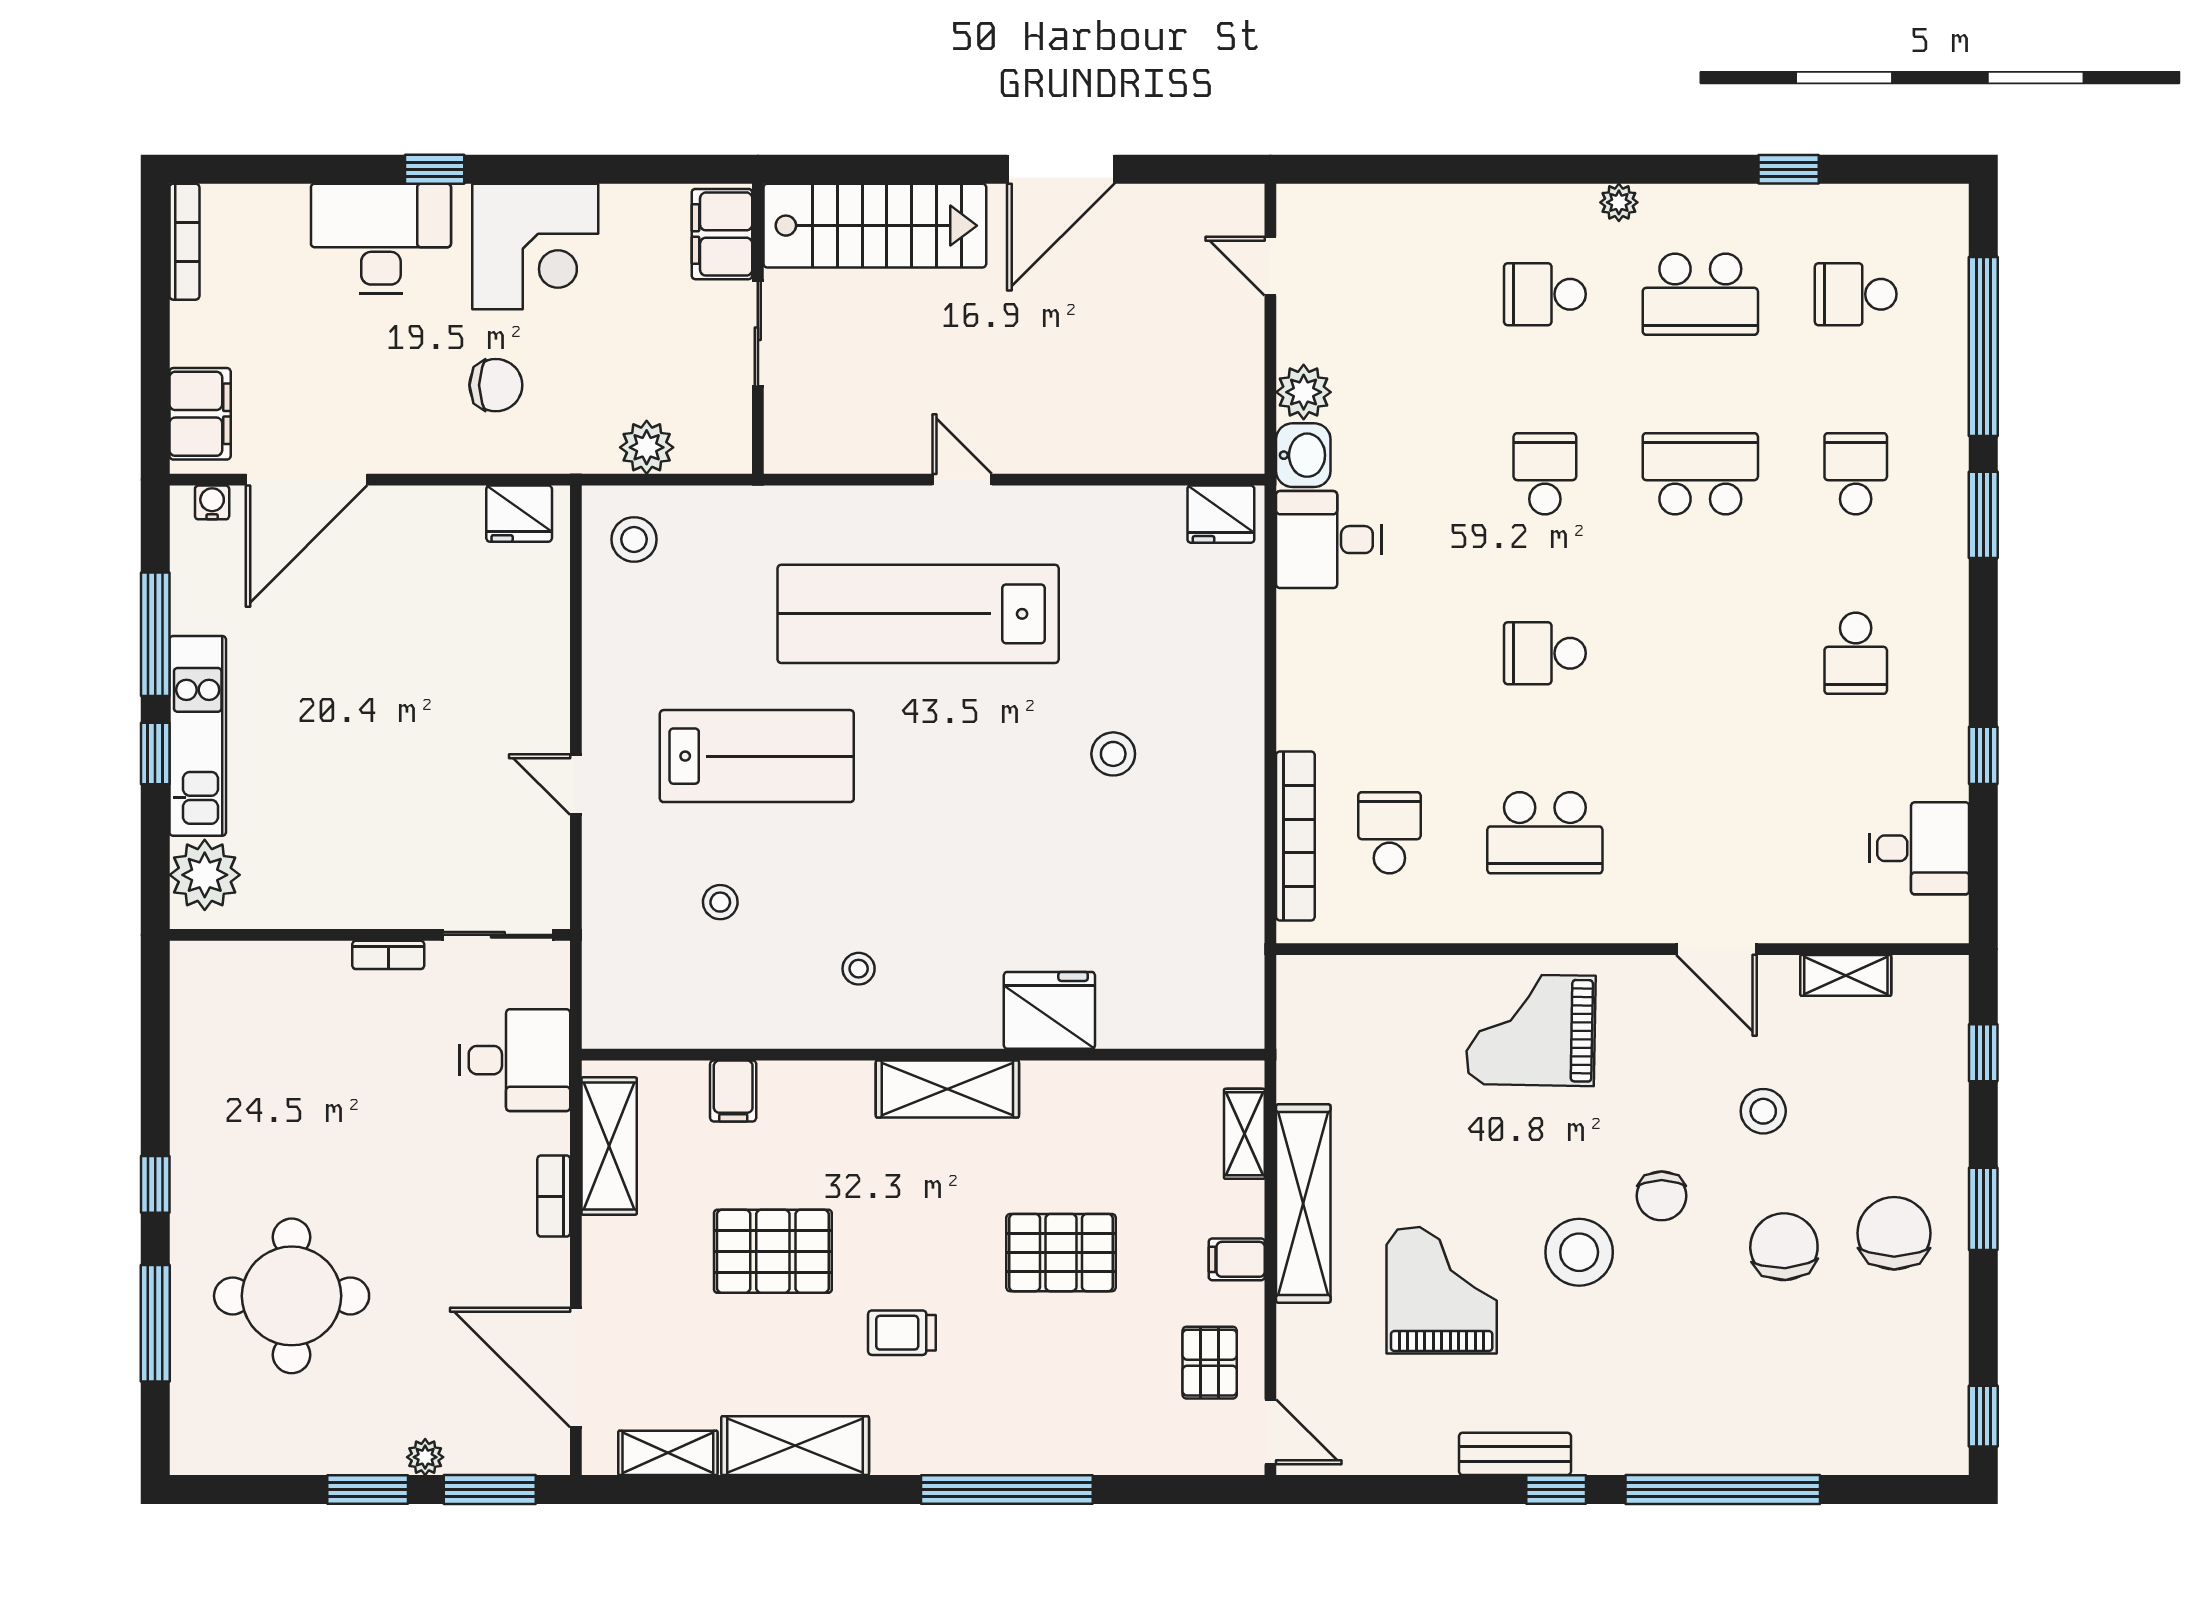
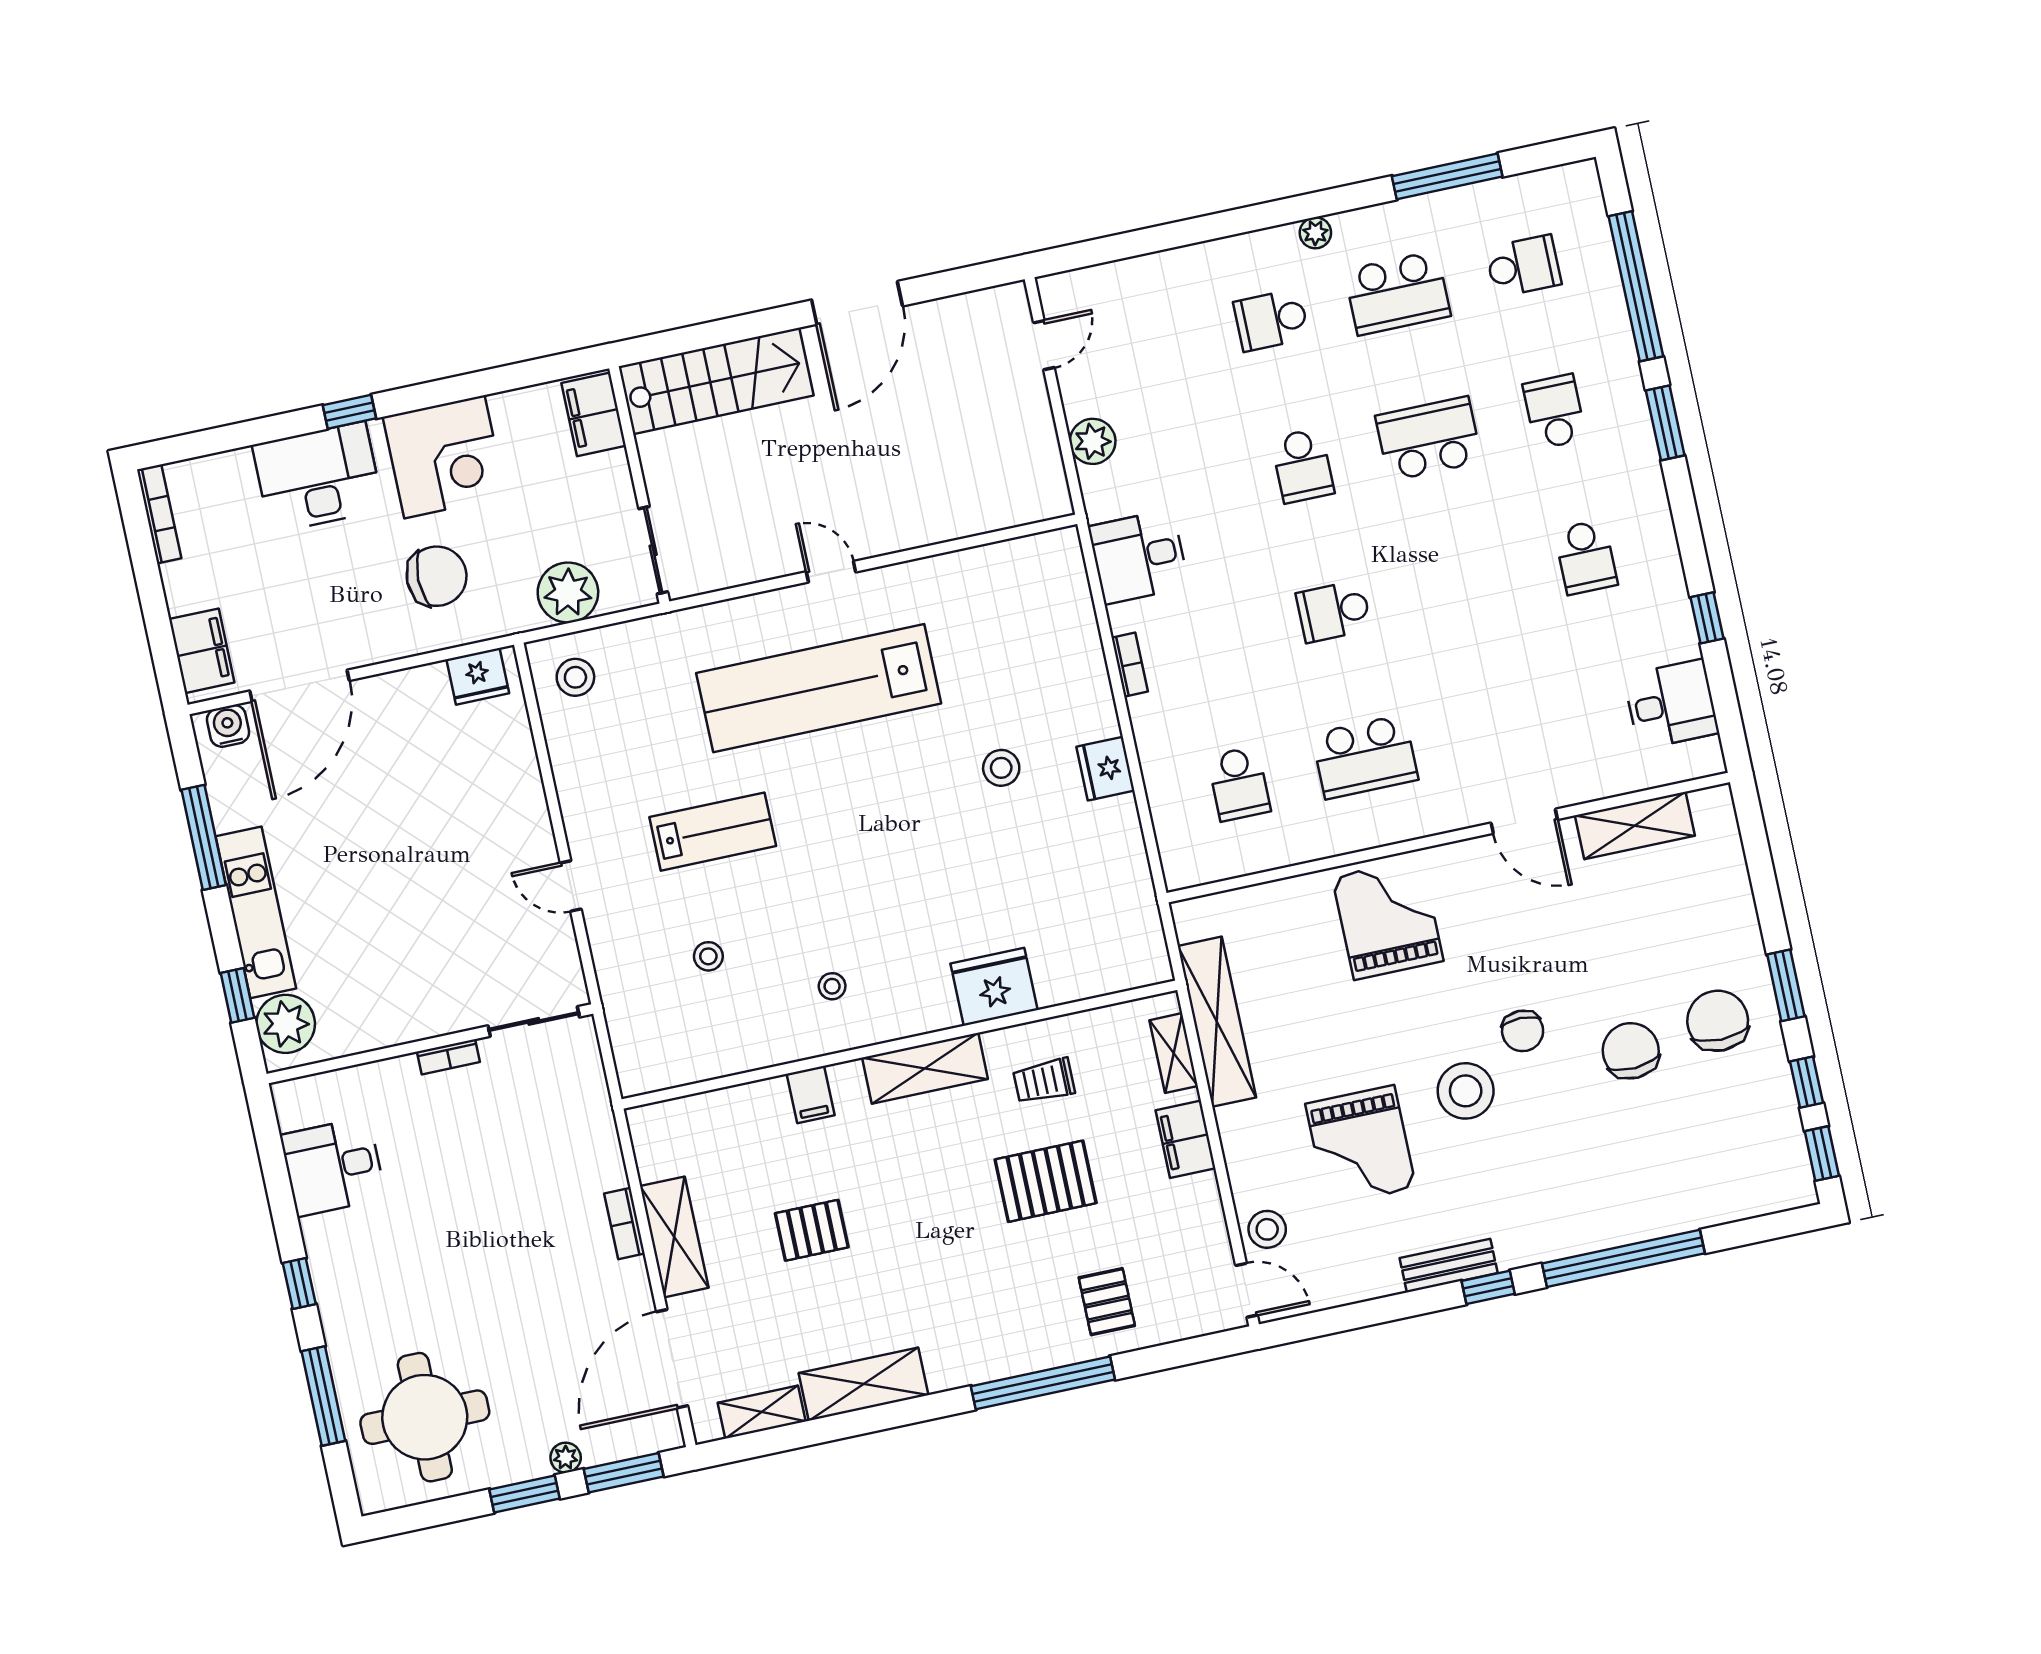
window: (1789, 169) -> (1447, 176), width x2.17
door: (1270, 266) -> (1044, 345), swing flipped
school desk: (1856, 294) -> (1523, 266), turned 180
sliding door: (758, 334) -> (653, 550), moved
chair: (496, 385) -> (437, 576), width x1.37, depth x1.37
plant: (647, 447) -> (568, 592), width x1.36, depth x1.36
washbasin: (1303, 455) -> (1103, 493), removed
school desk: (1545, 474) -> (1303, 466), turned 180
water cooler: (212, 502) -> (228, 726), width x1.38, depth x1.38
fridge: (1221, 514) -> (1105, 769), moved, turned 90
window: (155, 753) -> (237, 995), moved
lab bench: (757, 756) -> (713, 832), width x0.73, depth x0.72
school desk: (1389, 833) -> (1239, 784), turned 180
bookcase: (1295, 836) -> (1130, 665), moved, width x0.43, depth x0.76
shelving: (1846, 975) -> (1635, 826), width x1.50, depth x1.33
grand piano: (1531, 1030) -> (1388, 919), turned 89
window: (1983, 1053) -> (1807, 1082), moved
desk: (515, 1060) -> (333, 1167), moved, turned 180
filing cabinet: (733, 1091) -> (811, 1095), moved
stool: (1763, 1111) -> (1267, 1229), moved
shelving: (609, 1146) -> (674, 1237), moved
shelving: (1303, 1203) -> (1217, 1022), moved
pallet: (773, 1251) -> (812, 1230), width x0.67, depth x0.71
filing cabinet: (1237, 1259) -> (1186, 1139), width x2.00
grand piano: (1442, 1290) -> (1361, 1146), turned 180
round table: (292, 1296) -> (425, 1417), moved
trolley: (902, 1333) -> (1044, 1081), moved
pallet: (1210, 1363) -> (1107, 1302), moved
door: (576, 1368) -> (672, 1359), hinge flipped

